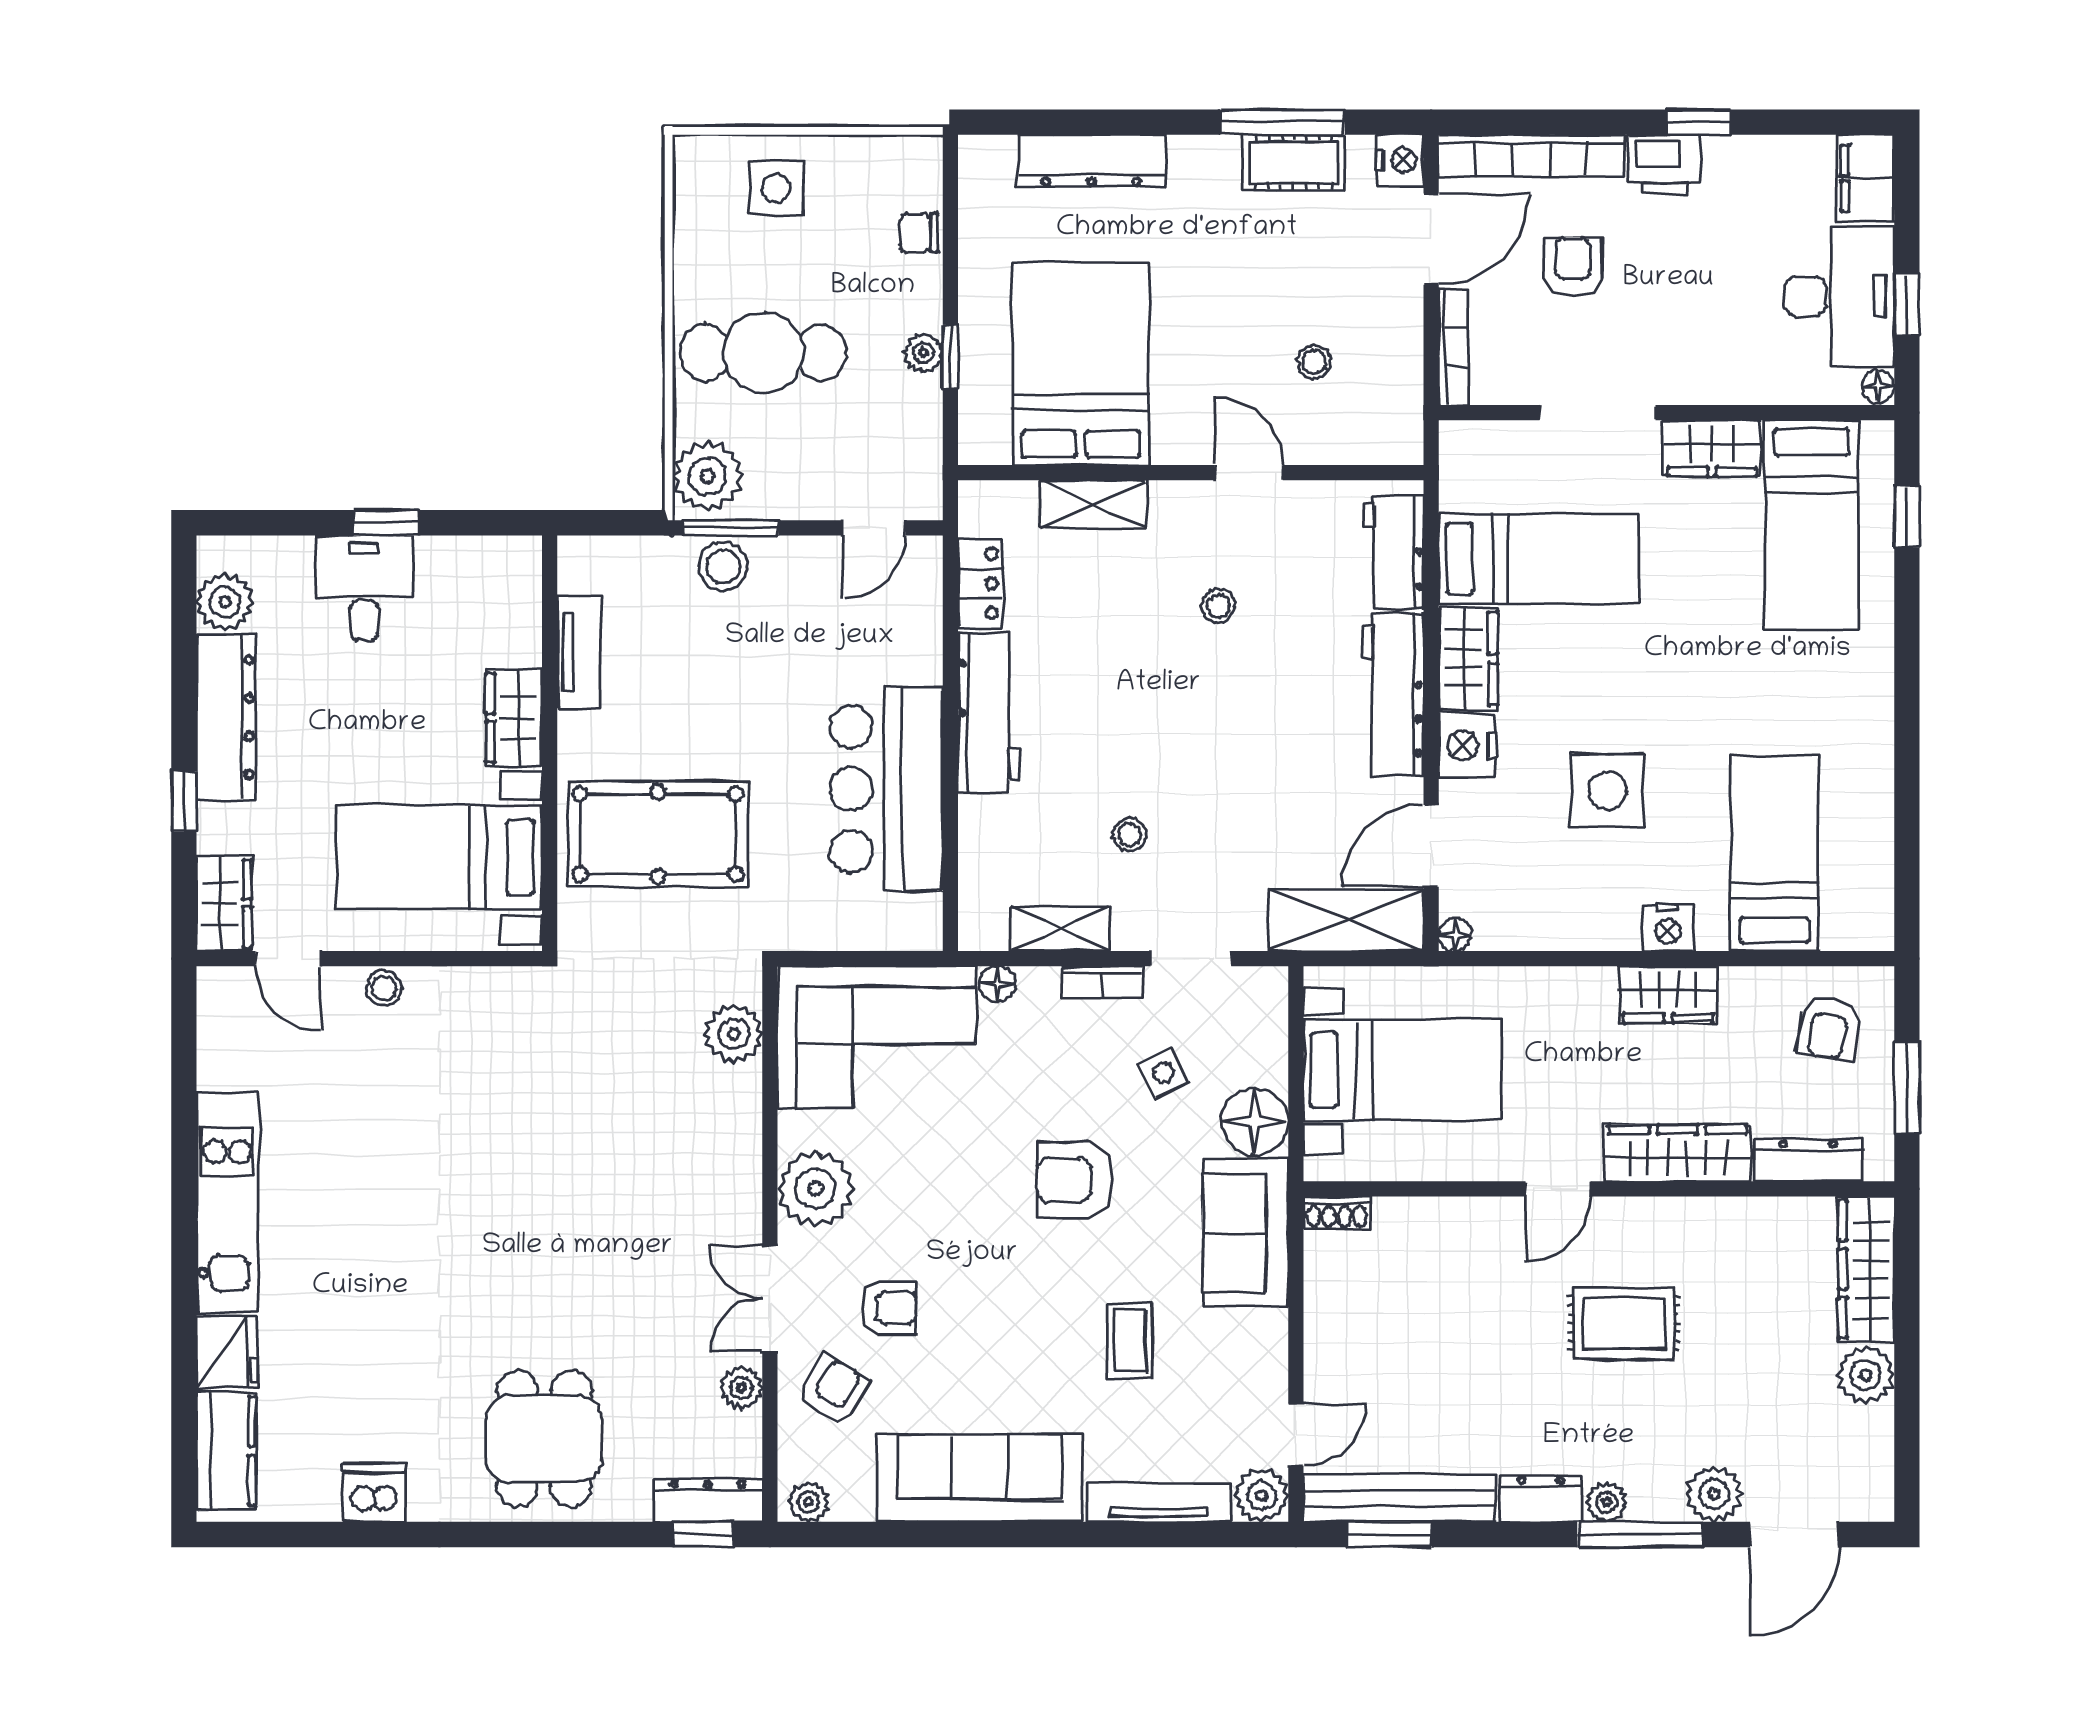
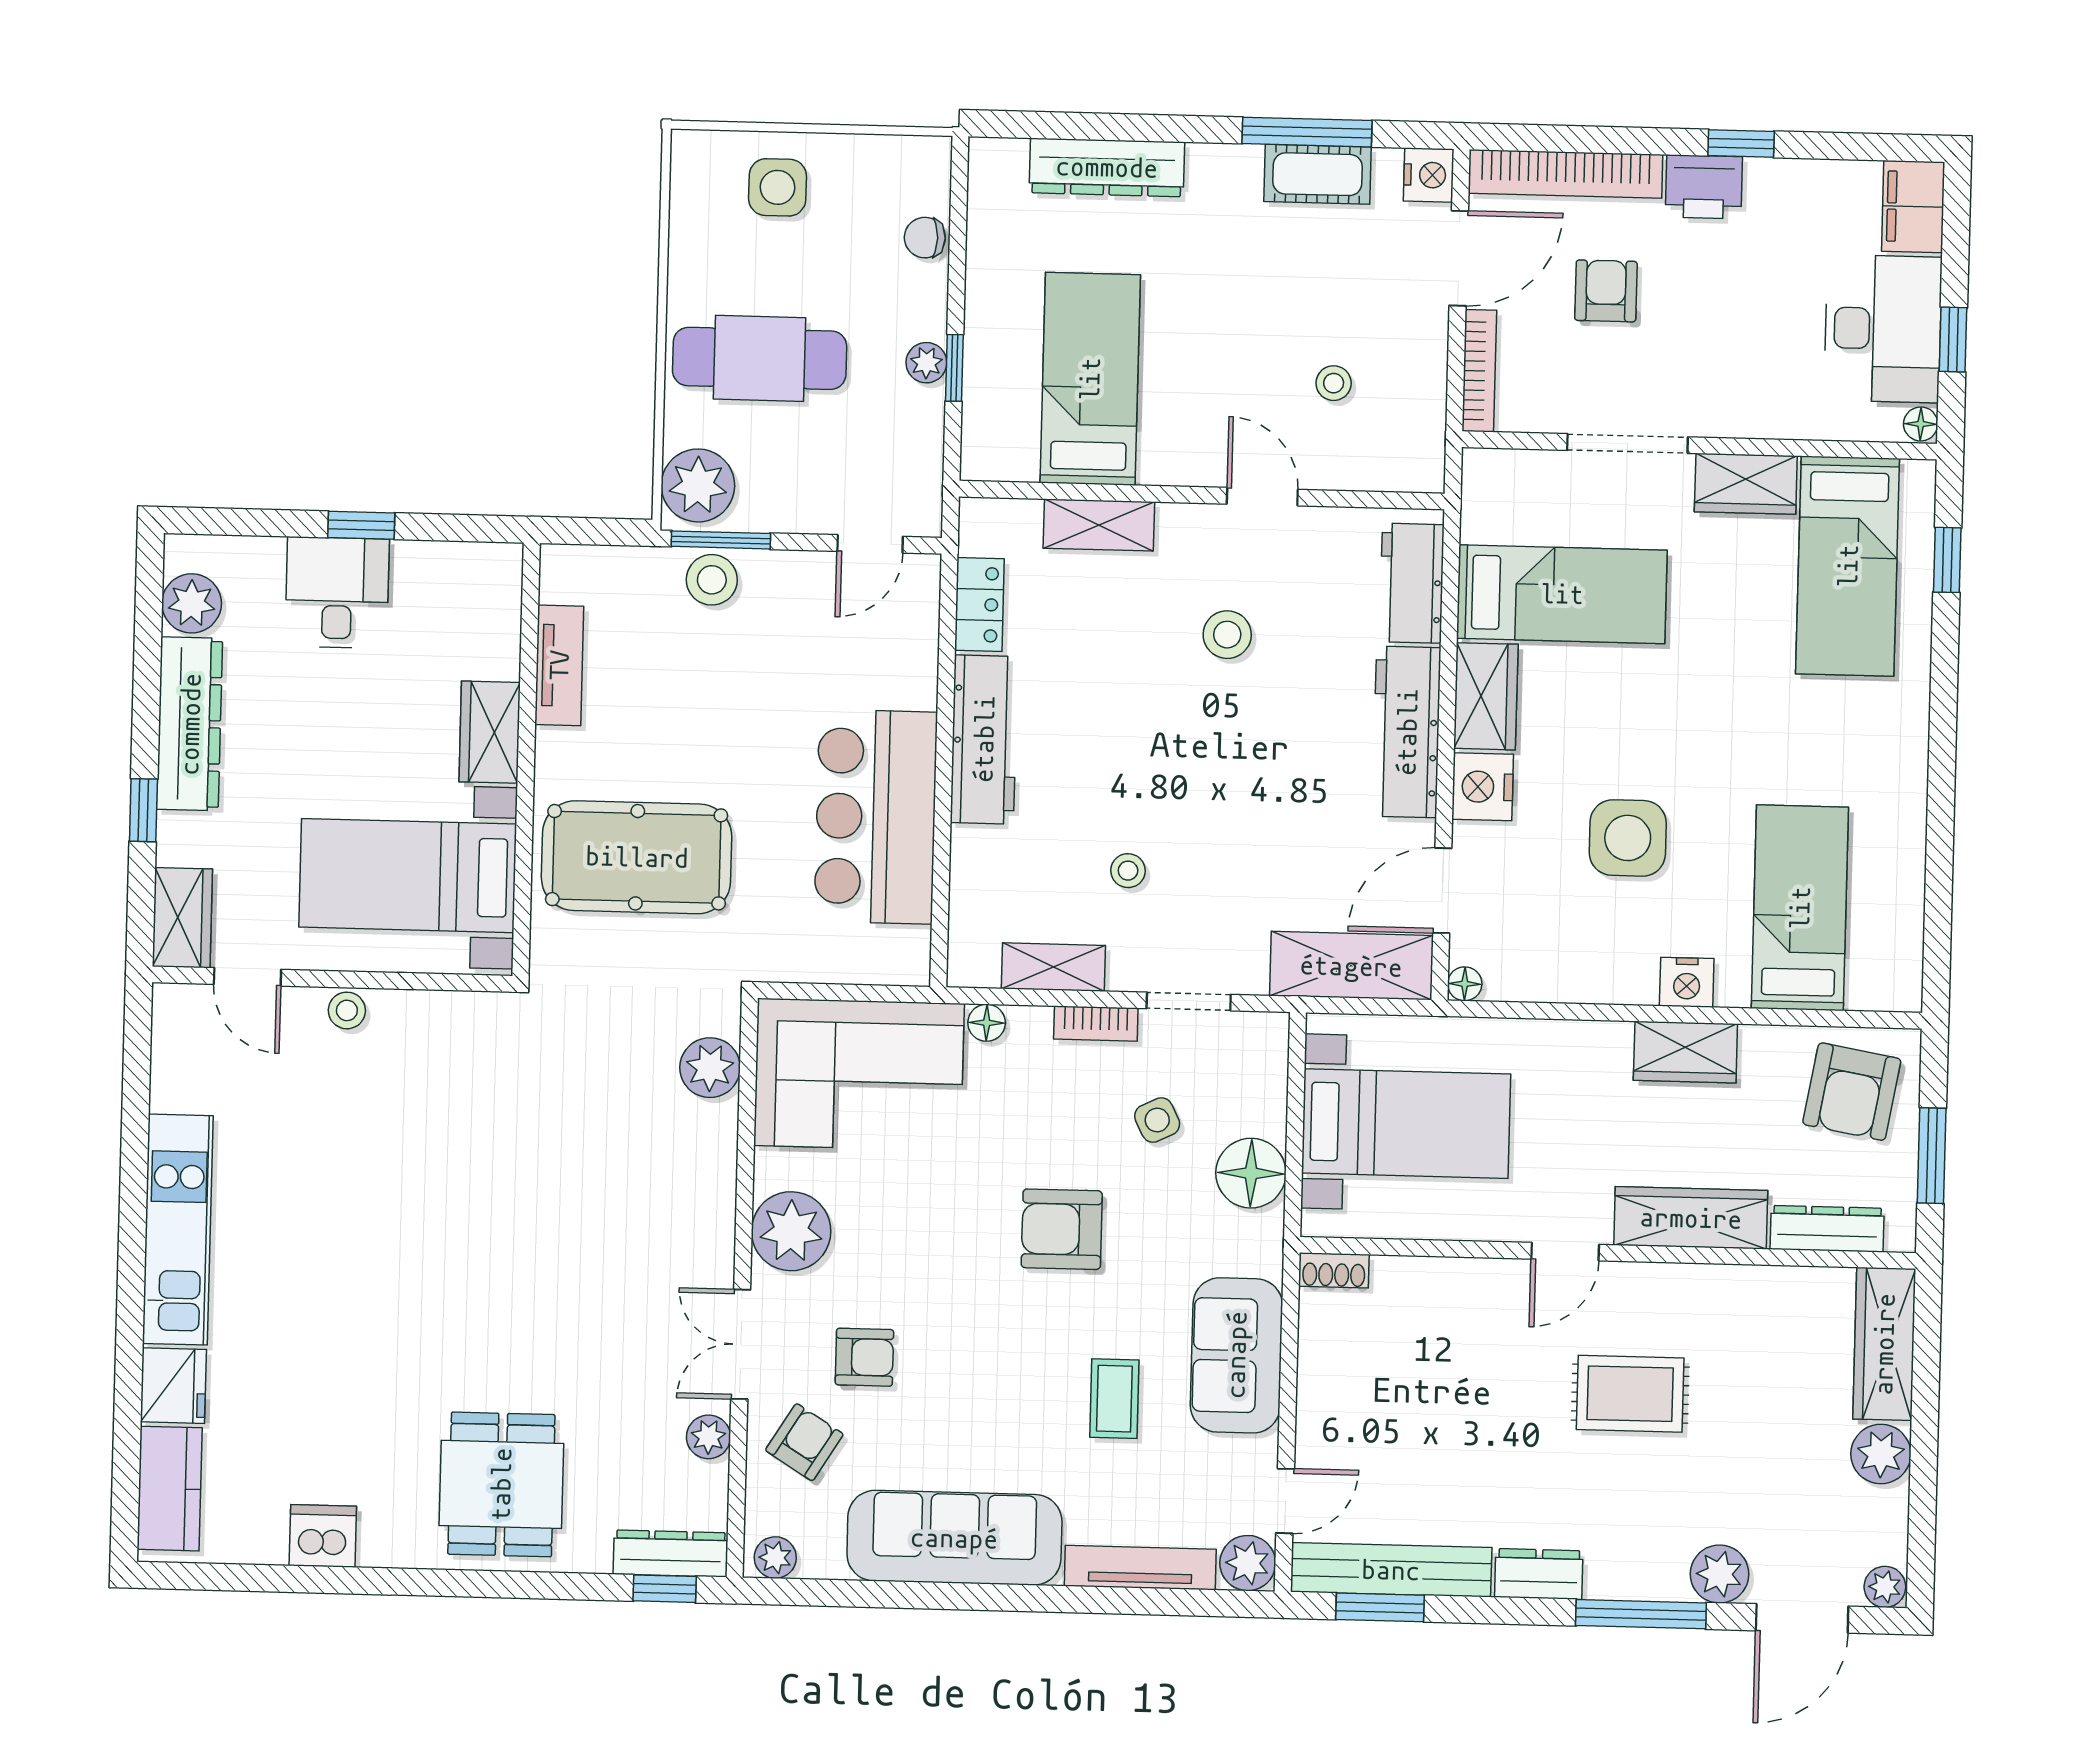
bed: (1081, 364) -> (1090, 379), width x0.67
stool: (1219, 606) -> (1227, 635), width x1.37, depth x1.37
armchair: (1829, 1028) -> (1852, 1092), width x1.38, depth x1.38
sofa: (1246, 1233) -> (1236, 1355), moved
plant: (1606, 1502) -> (1885, 1587), moved

